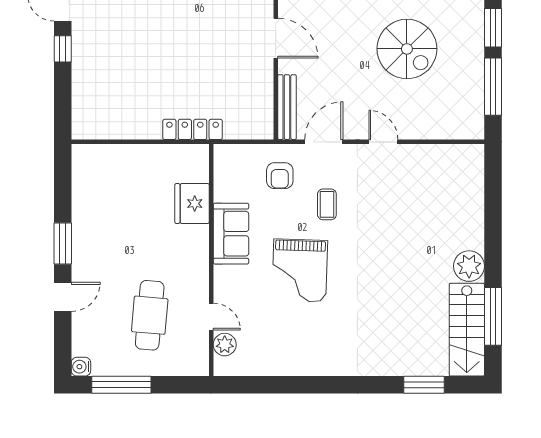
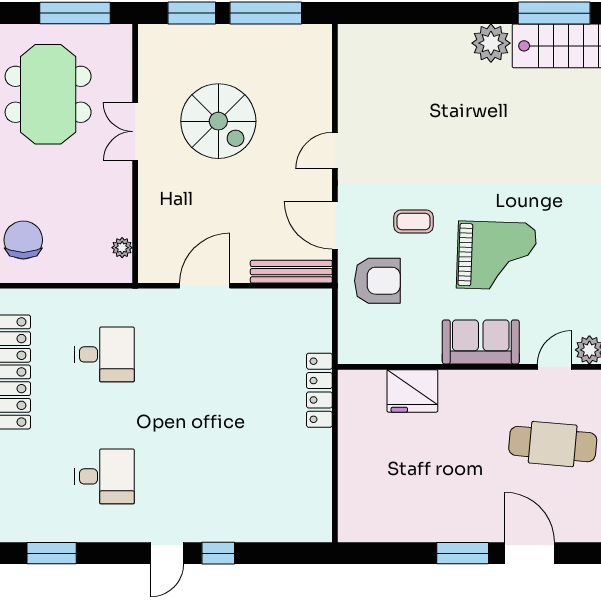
spiral stairs: (407, 49) -> (218, 121), turned 90
armchair: (280, 176) -> (377, 281), width x1.38, depth x1.38
sofa: (231, 234) -> (481, 342), moved
door: (63, 297) -> (530, 553), width x1.38

